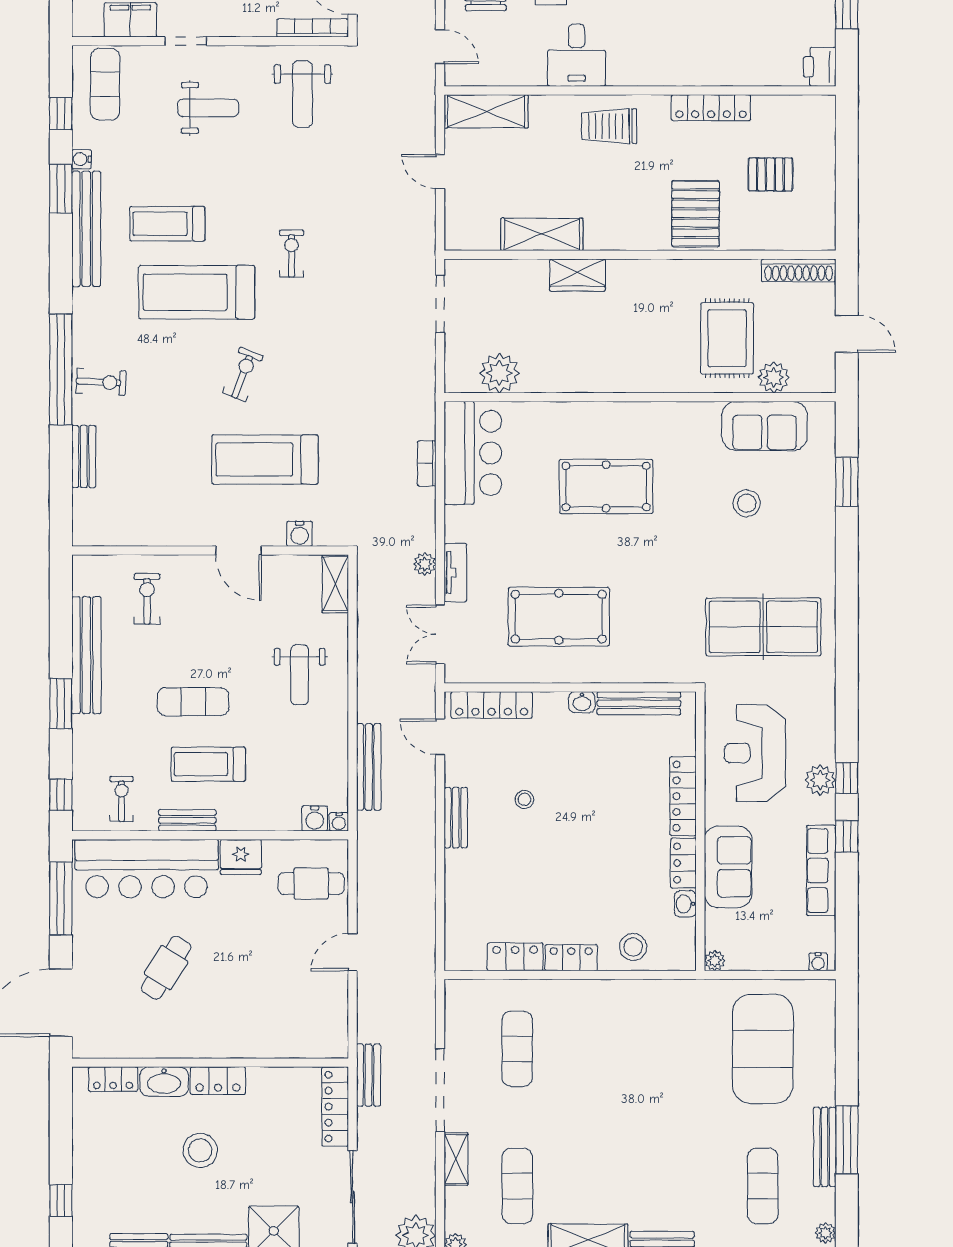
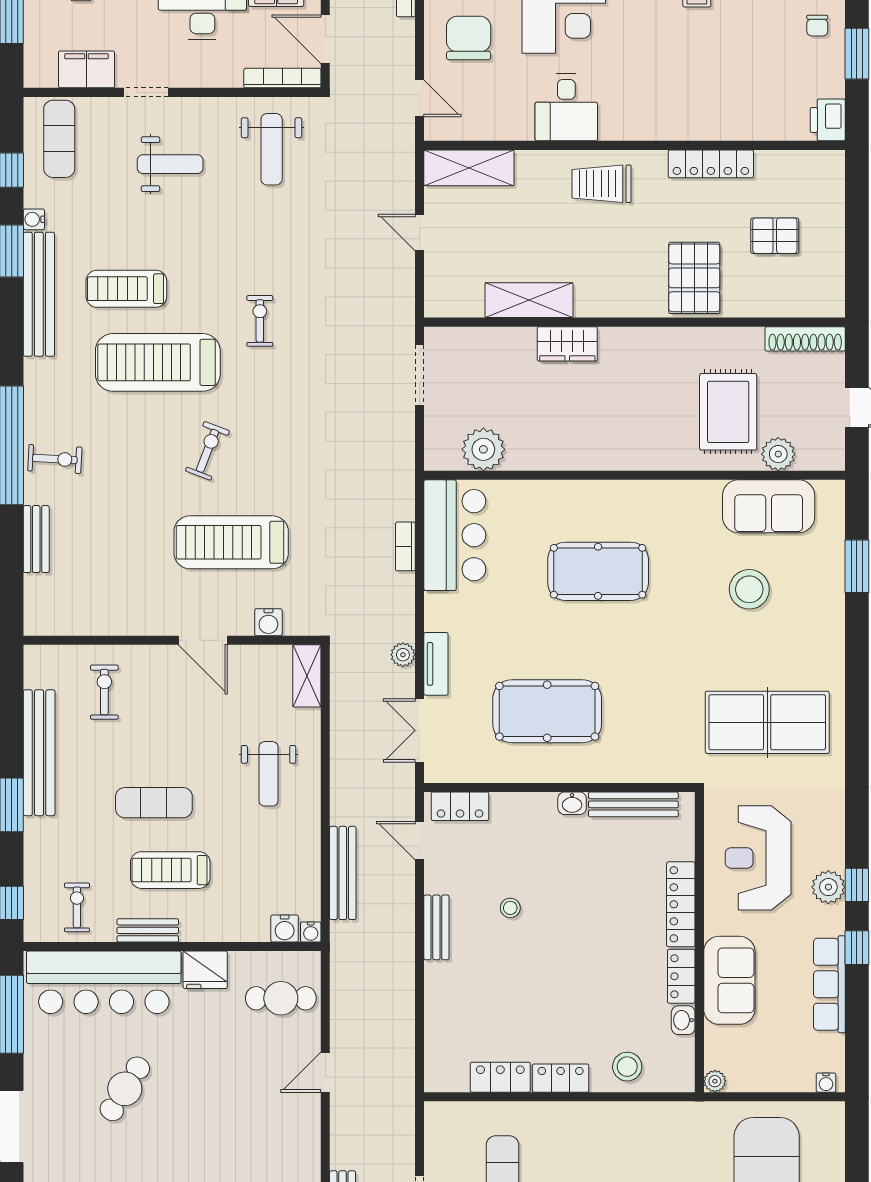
stool: (747, 503) -> (749, 589), width x1.38, depth x1.38
locker: (492, 705) -> (460, 806), width x0.66

